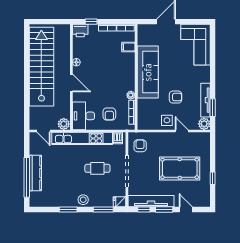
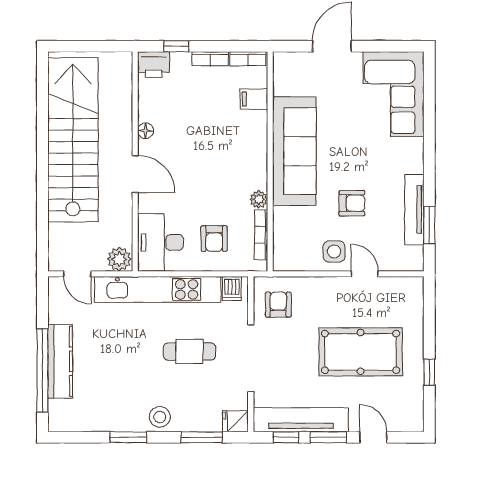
plant: (204, 124) -> (412, 259), removed

